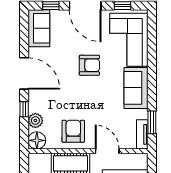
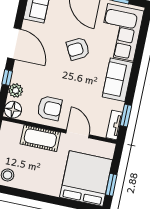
armchair: (89, 65) -> (78, 49), turned 152
armchair: (73, 131) -> (49, 108), turned 90

